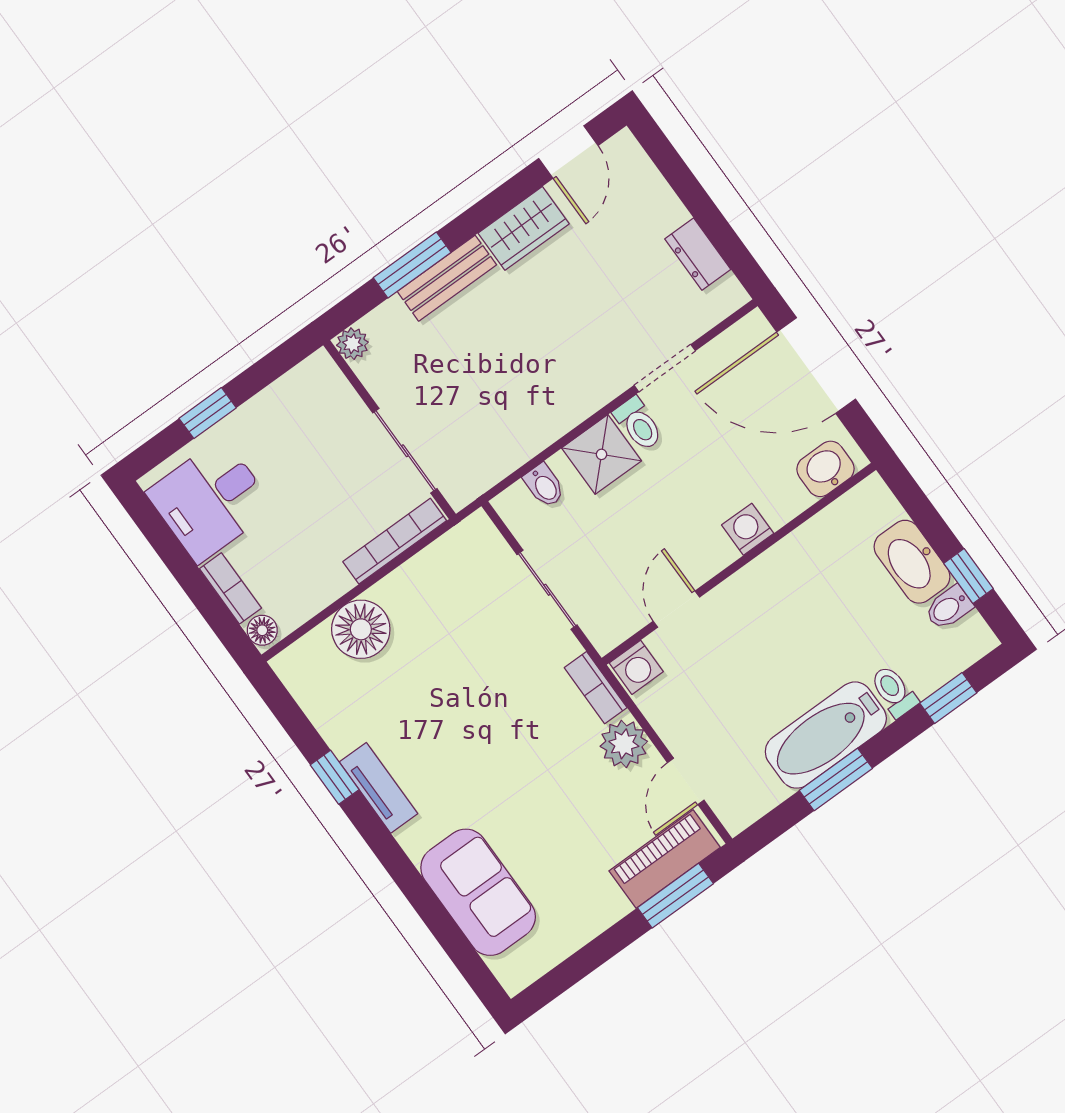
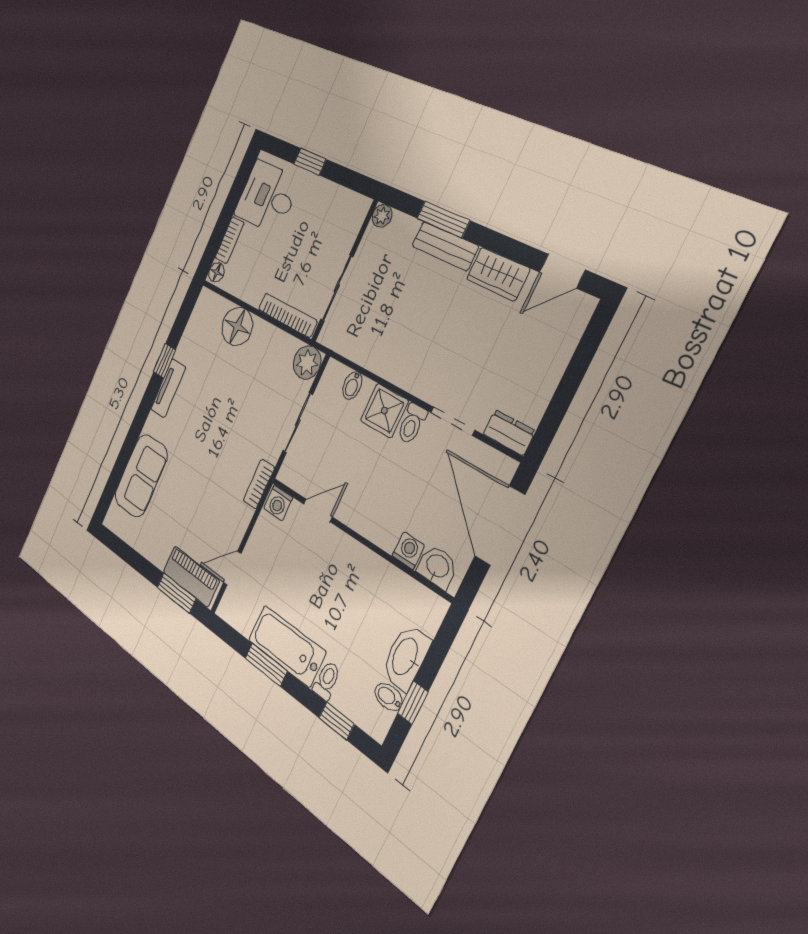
dresser: (698, 254) -> (509, 433), moved, turned 90
washing machine: (748, 529) -> (408, 551), moved
plant: (624, 744) -> (307, 362), moved

